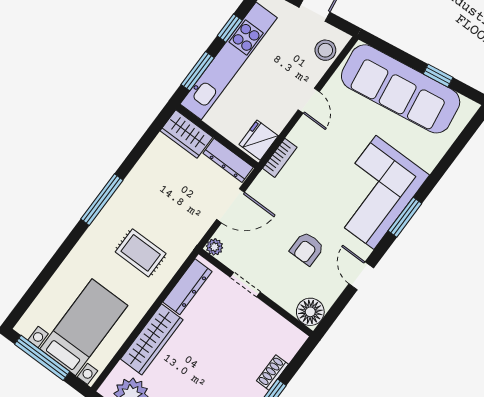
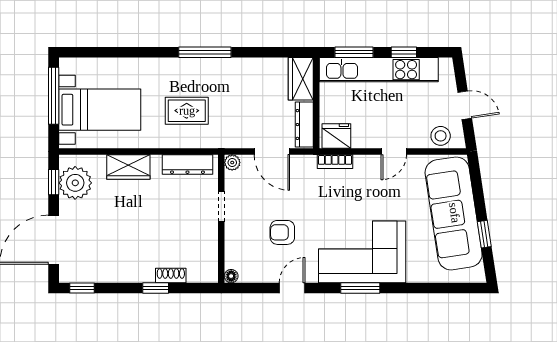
rug: (141, 253) -> (187, 111), turned 90
floor lamp: (310, 312) -> (231, 276), width x0.53, depth x0.53
wardrobe: (152, 339) -> (128, 167), width x0.67

